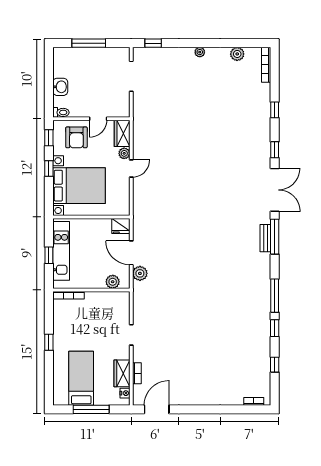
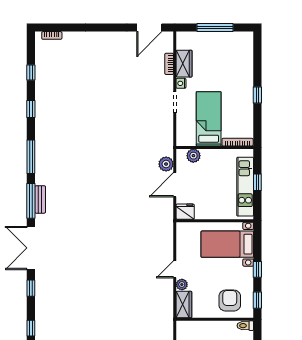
door: (98, 119) -> (208, 319), removed
bed with nightstands: (79, 186) -> (227, 244), width x0.73
door: (131, 253) -> (175, 185), swing flipped
window: (275, 296) -> (31, 157), moved
bed: (81, 378) -> (209, 119), moved, turned 180
nightstand: (125, 393) -> (181, 83), moved

